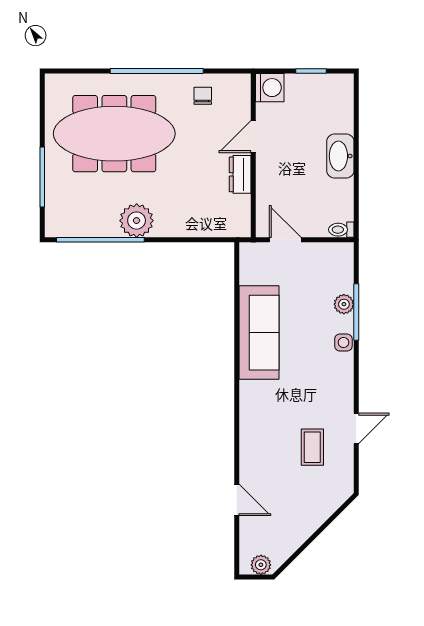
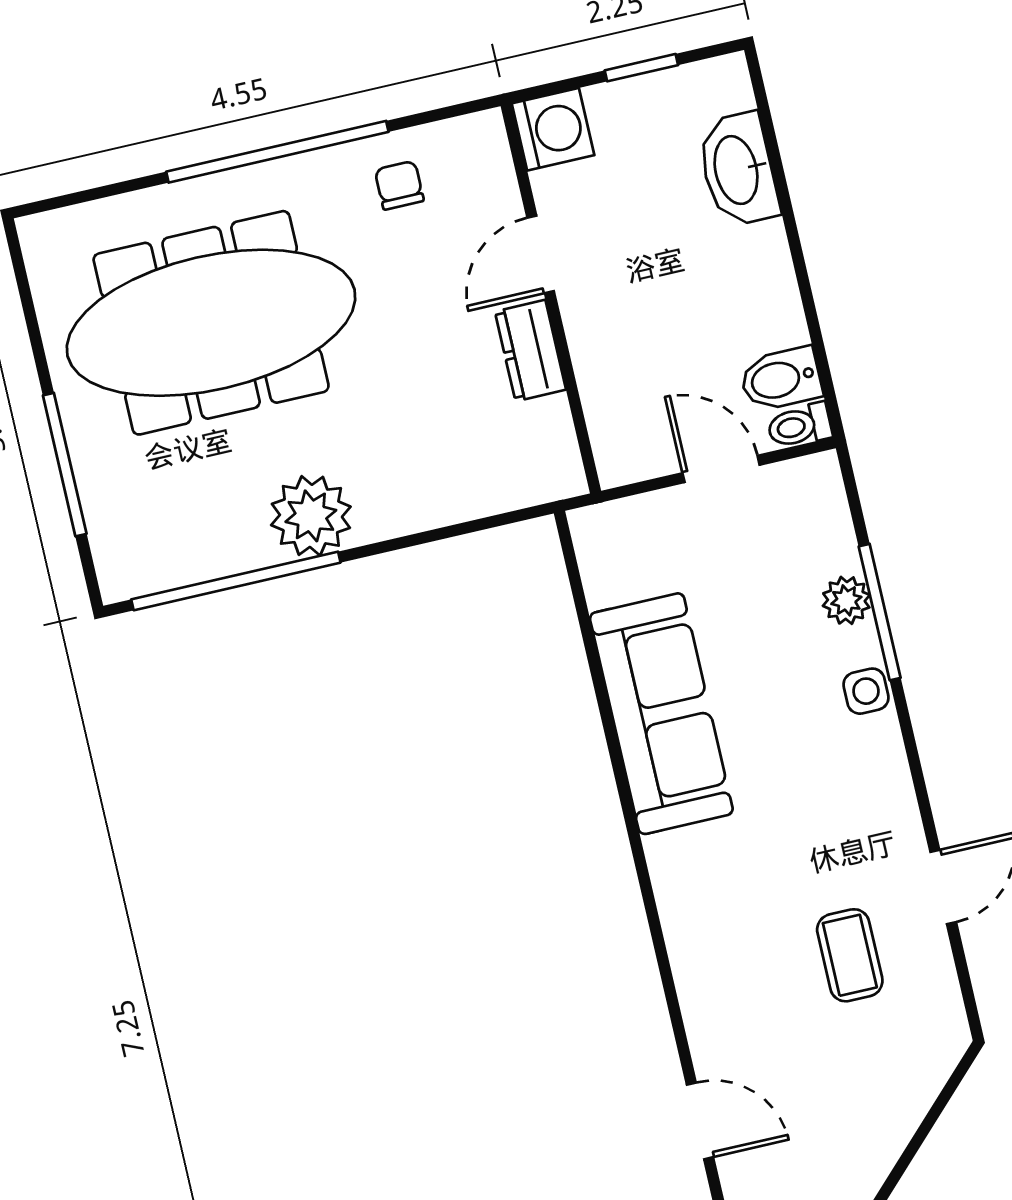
washbasin: (340, 156) -> (738, 170), moved
bidet: (338, 209) -> (781, 379), added
door: (285, 240) -> (721, 469), moved

